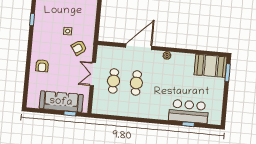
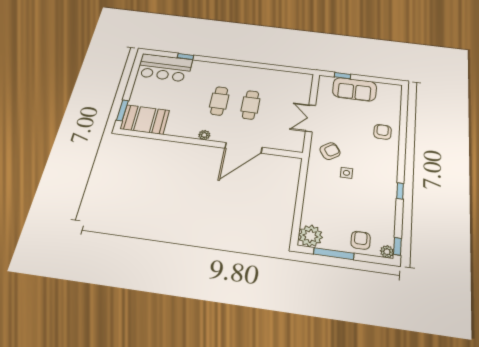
double door: (93, 74) -> (311, 118), swing flipped
cafe table: (114, 81) -> (219, 101), moved
sofa: (61, 102) -> (355, 89), width x0.73
bar counter: (189, 111) -> (165, 68), moved

